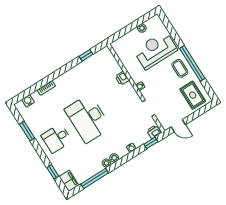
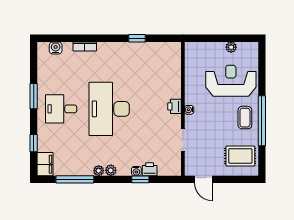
window: (86, 55) -> (137, 38), moved
printer: (122, 78) -> (175, 106), moved
rug: (193, 95) -> (240, 156), turned 90
window: (27, 131) -> (34, 96), moved
printer: (154, 132) -> (150, 169), moved
window: (151, 143) -> (140, 179), moved

